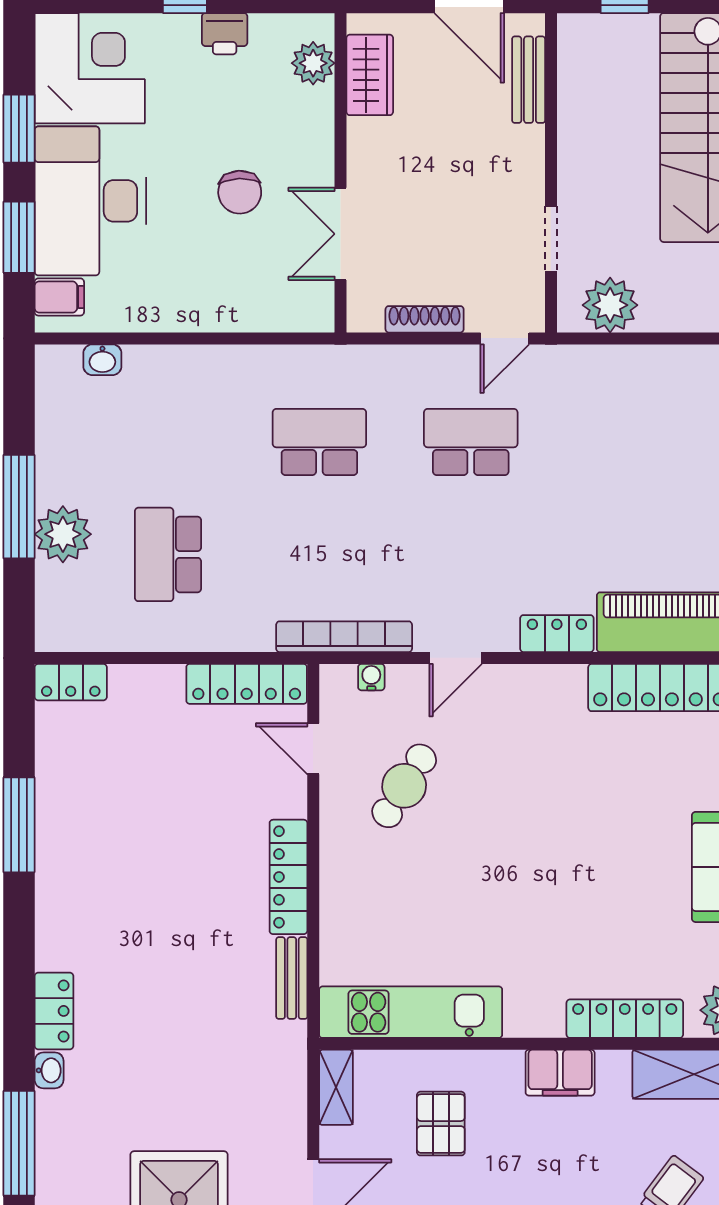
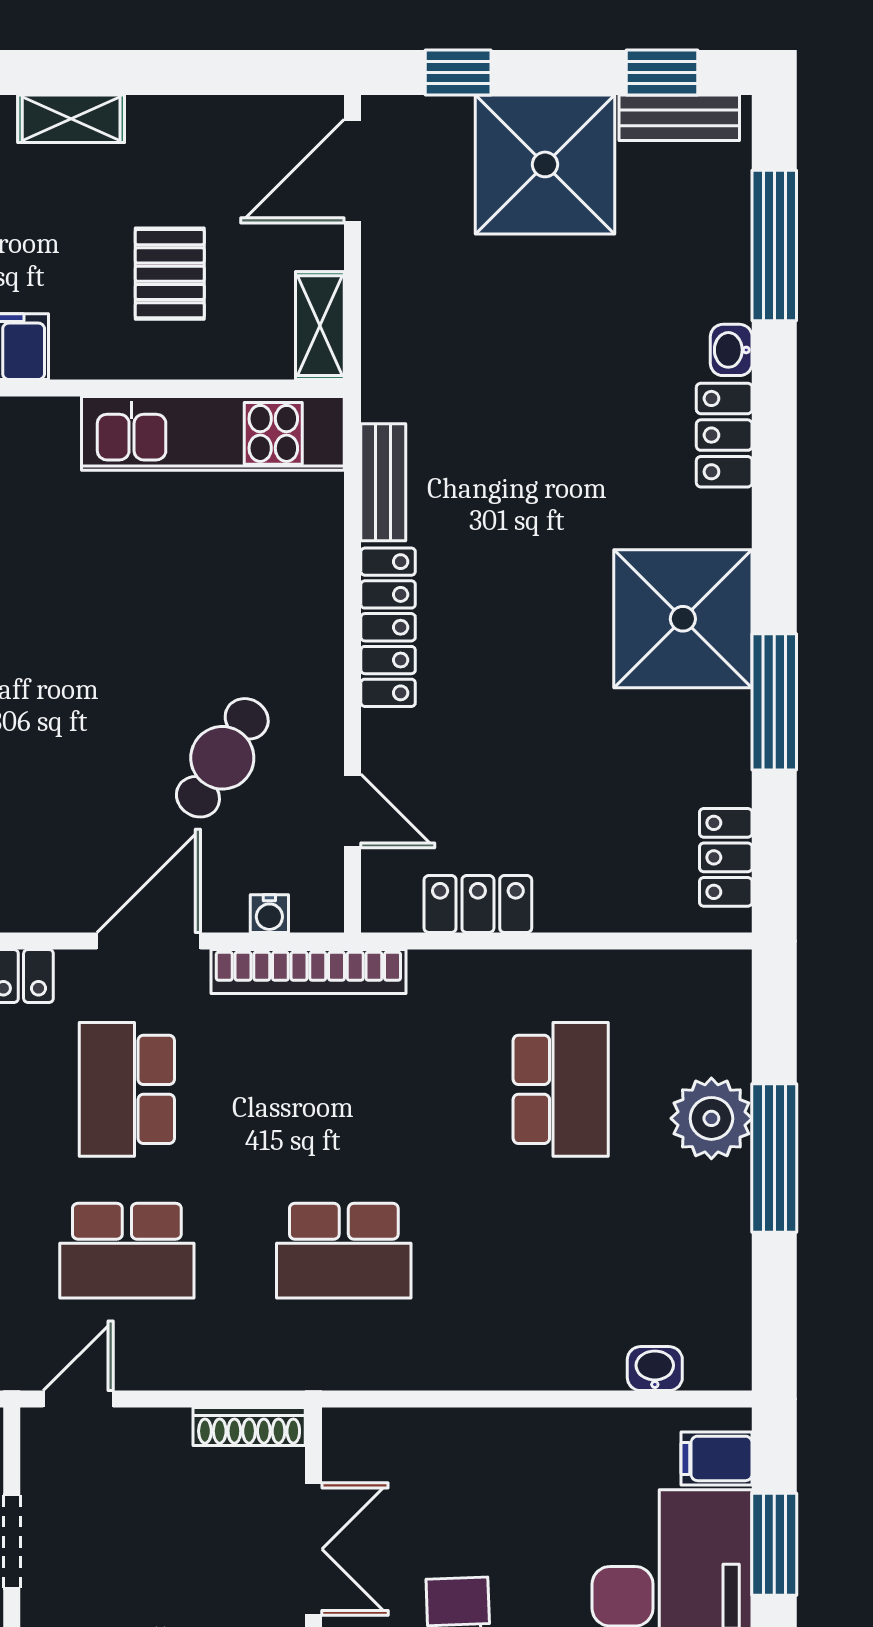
shoe rack: (425, 319) -> (249, 1427), moved
school desk: (471, 554) -> (127, 1089), added
door: (456, 658) -> (149, 941), width x1.38
locker: (71, 682) -> (726, 857), moved, turned -90
locker: (247, 684) -> (478, 904), width x0.66
shower: (83, 883) -> (683, 619), added

